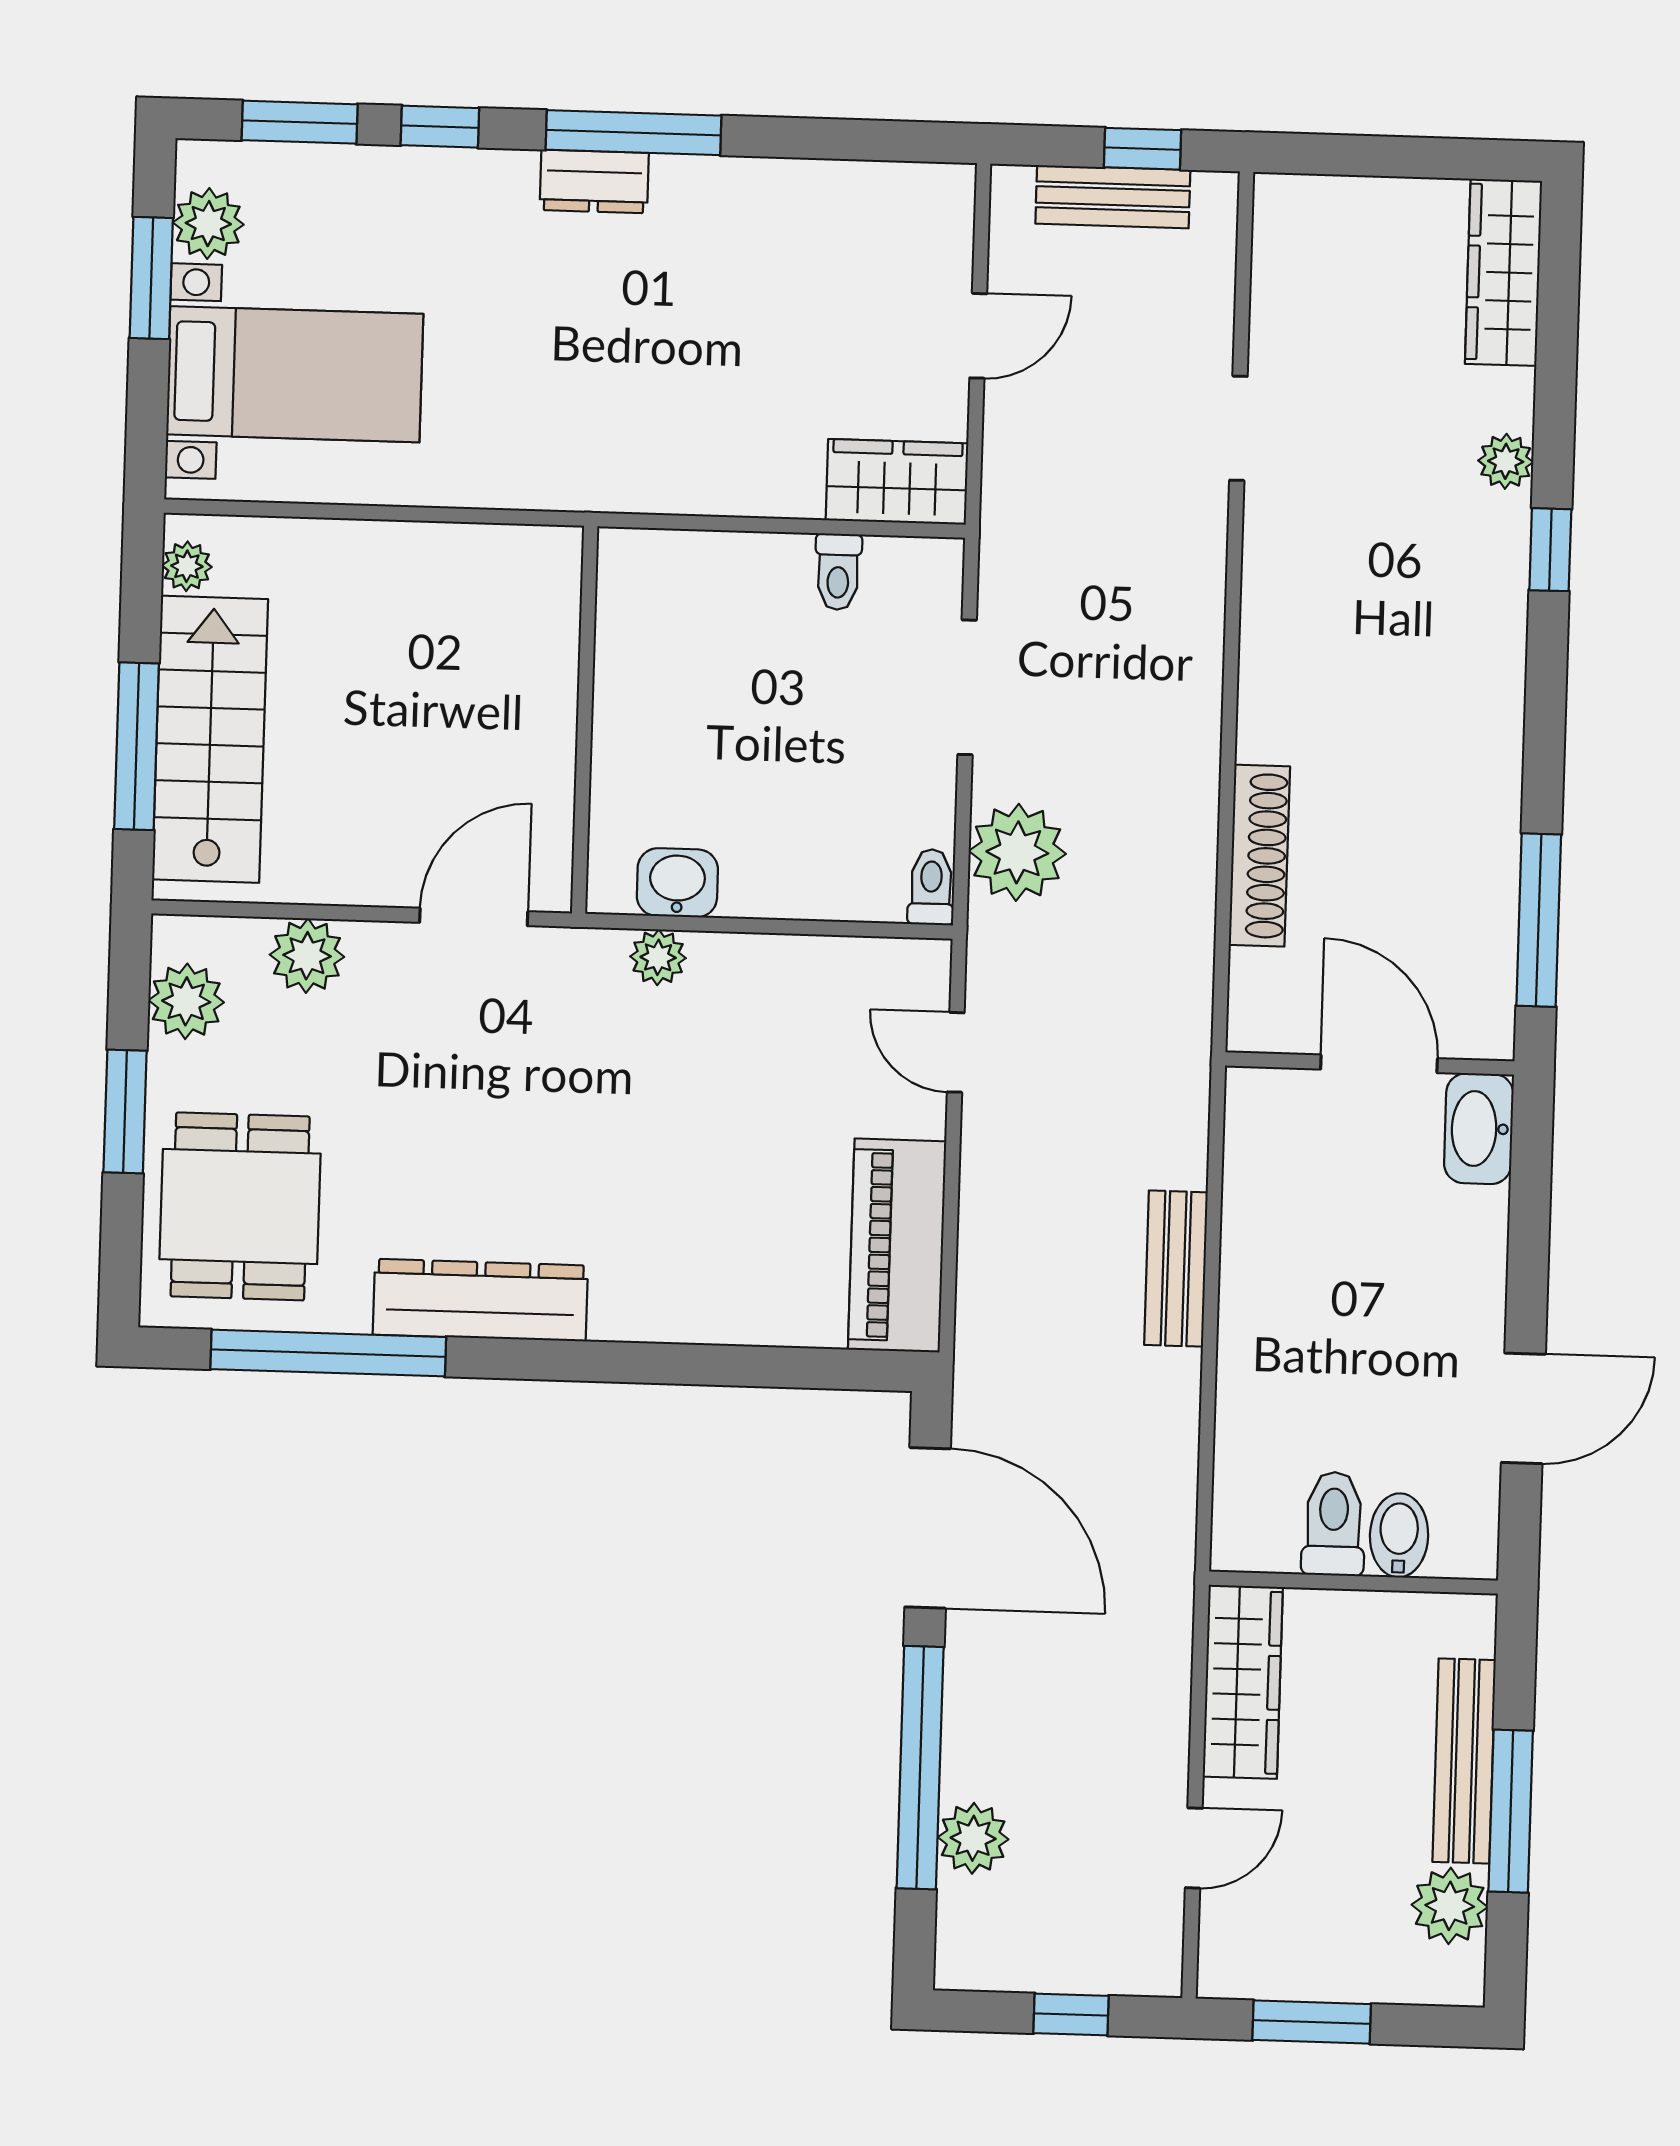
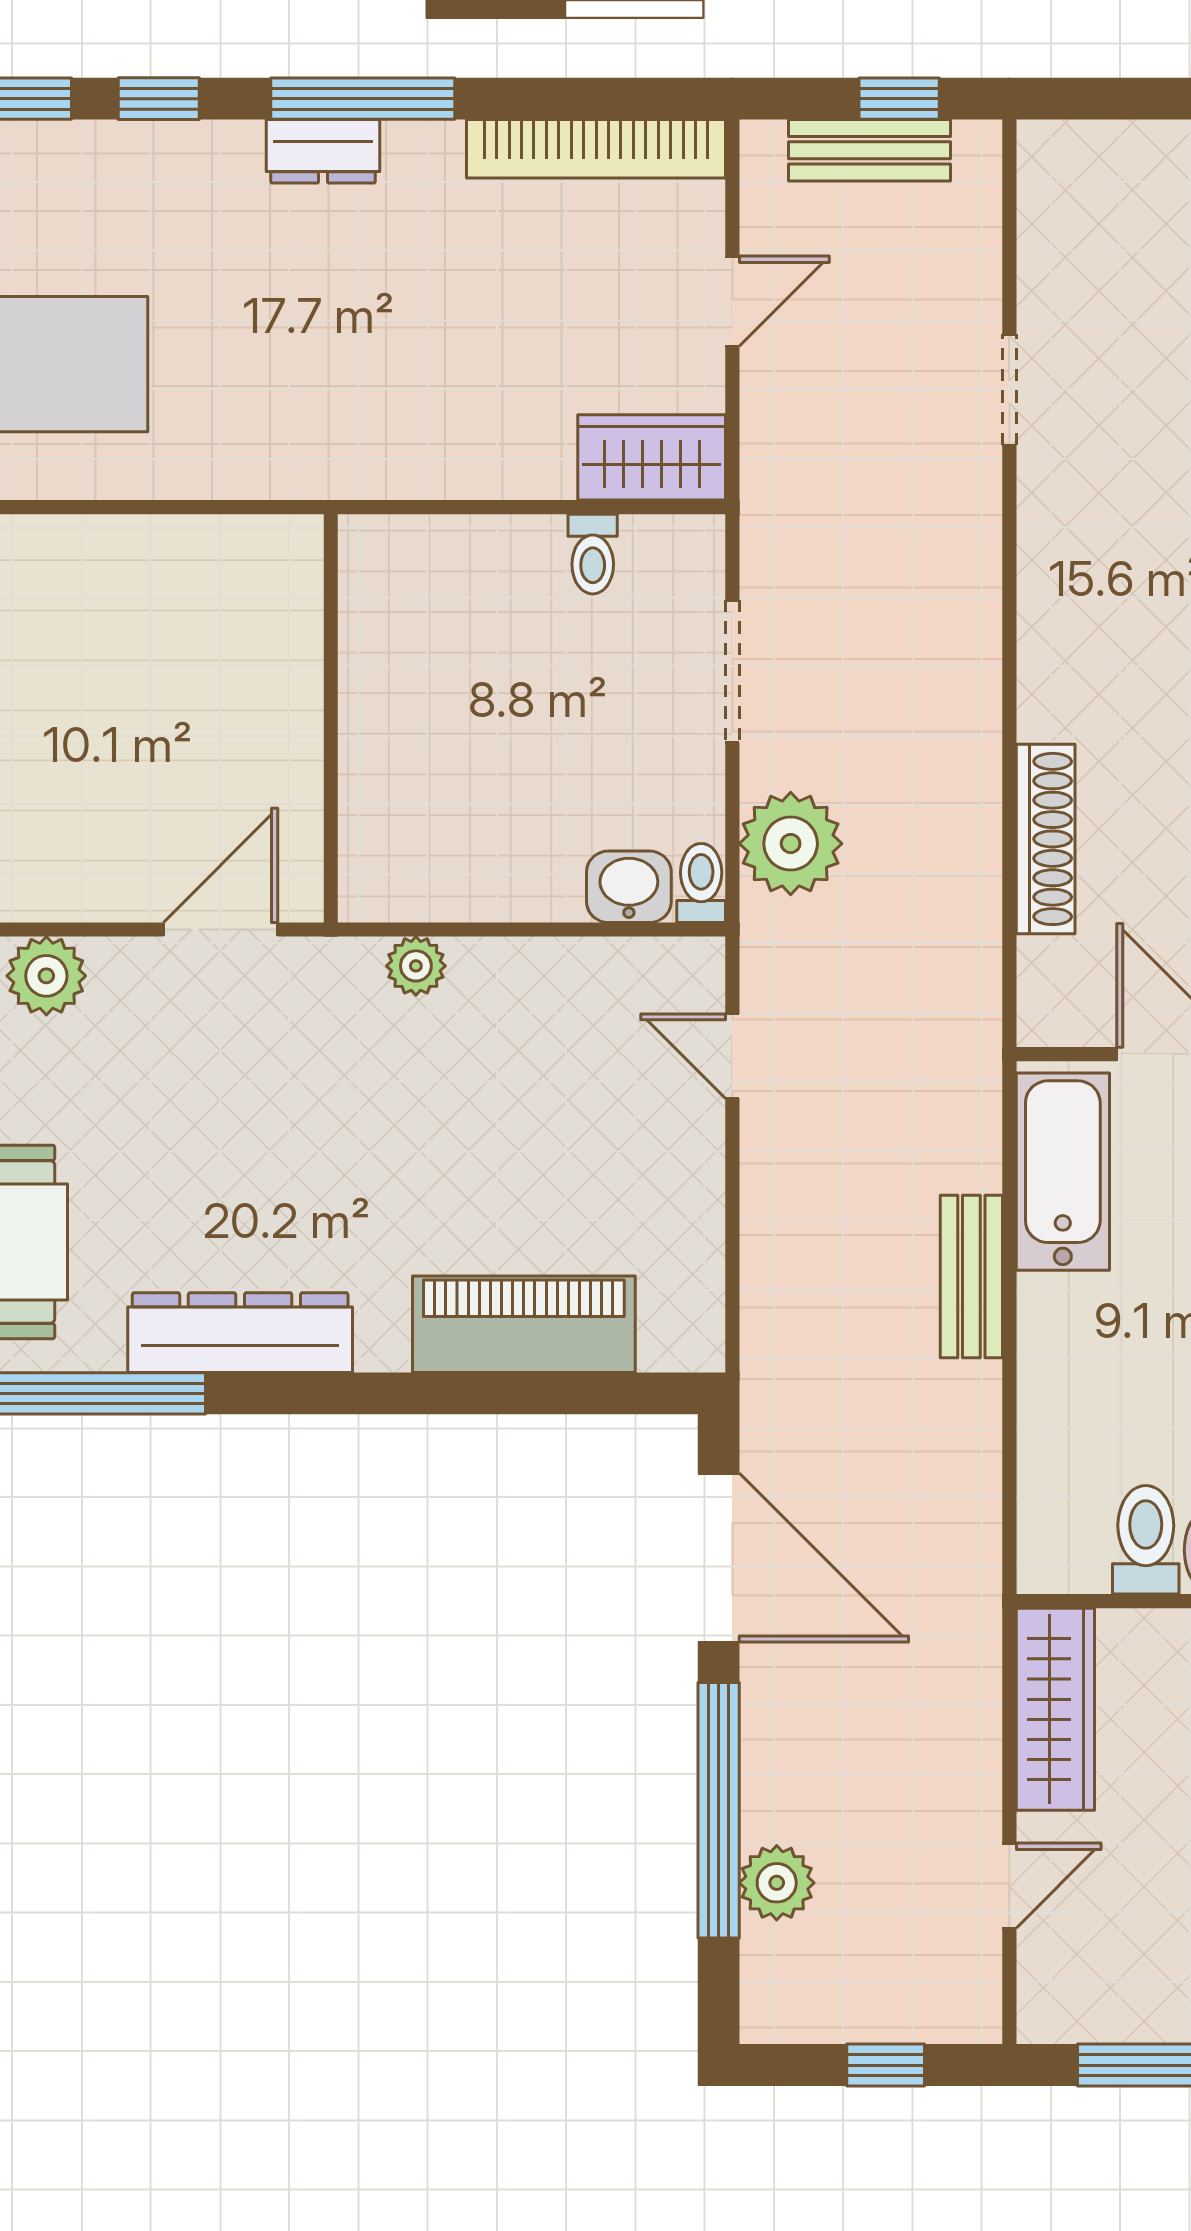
bookcase: (853, 187) -> (596, 149), added
washbasin: (677, 883) -> (629, 887), moved
bathtub: (1266, 1172) -> (1063, 1172), added
piano: (897, 1246) -> (524, 1324), moved, turned 90

